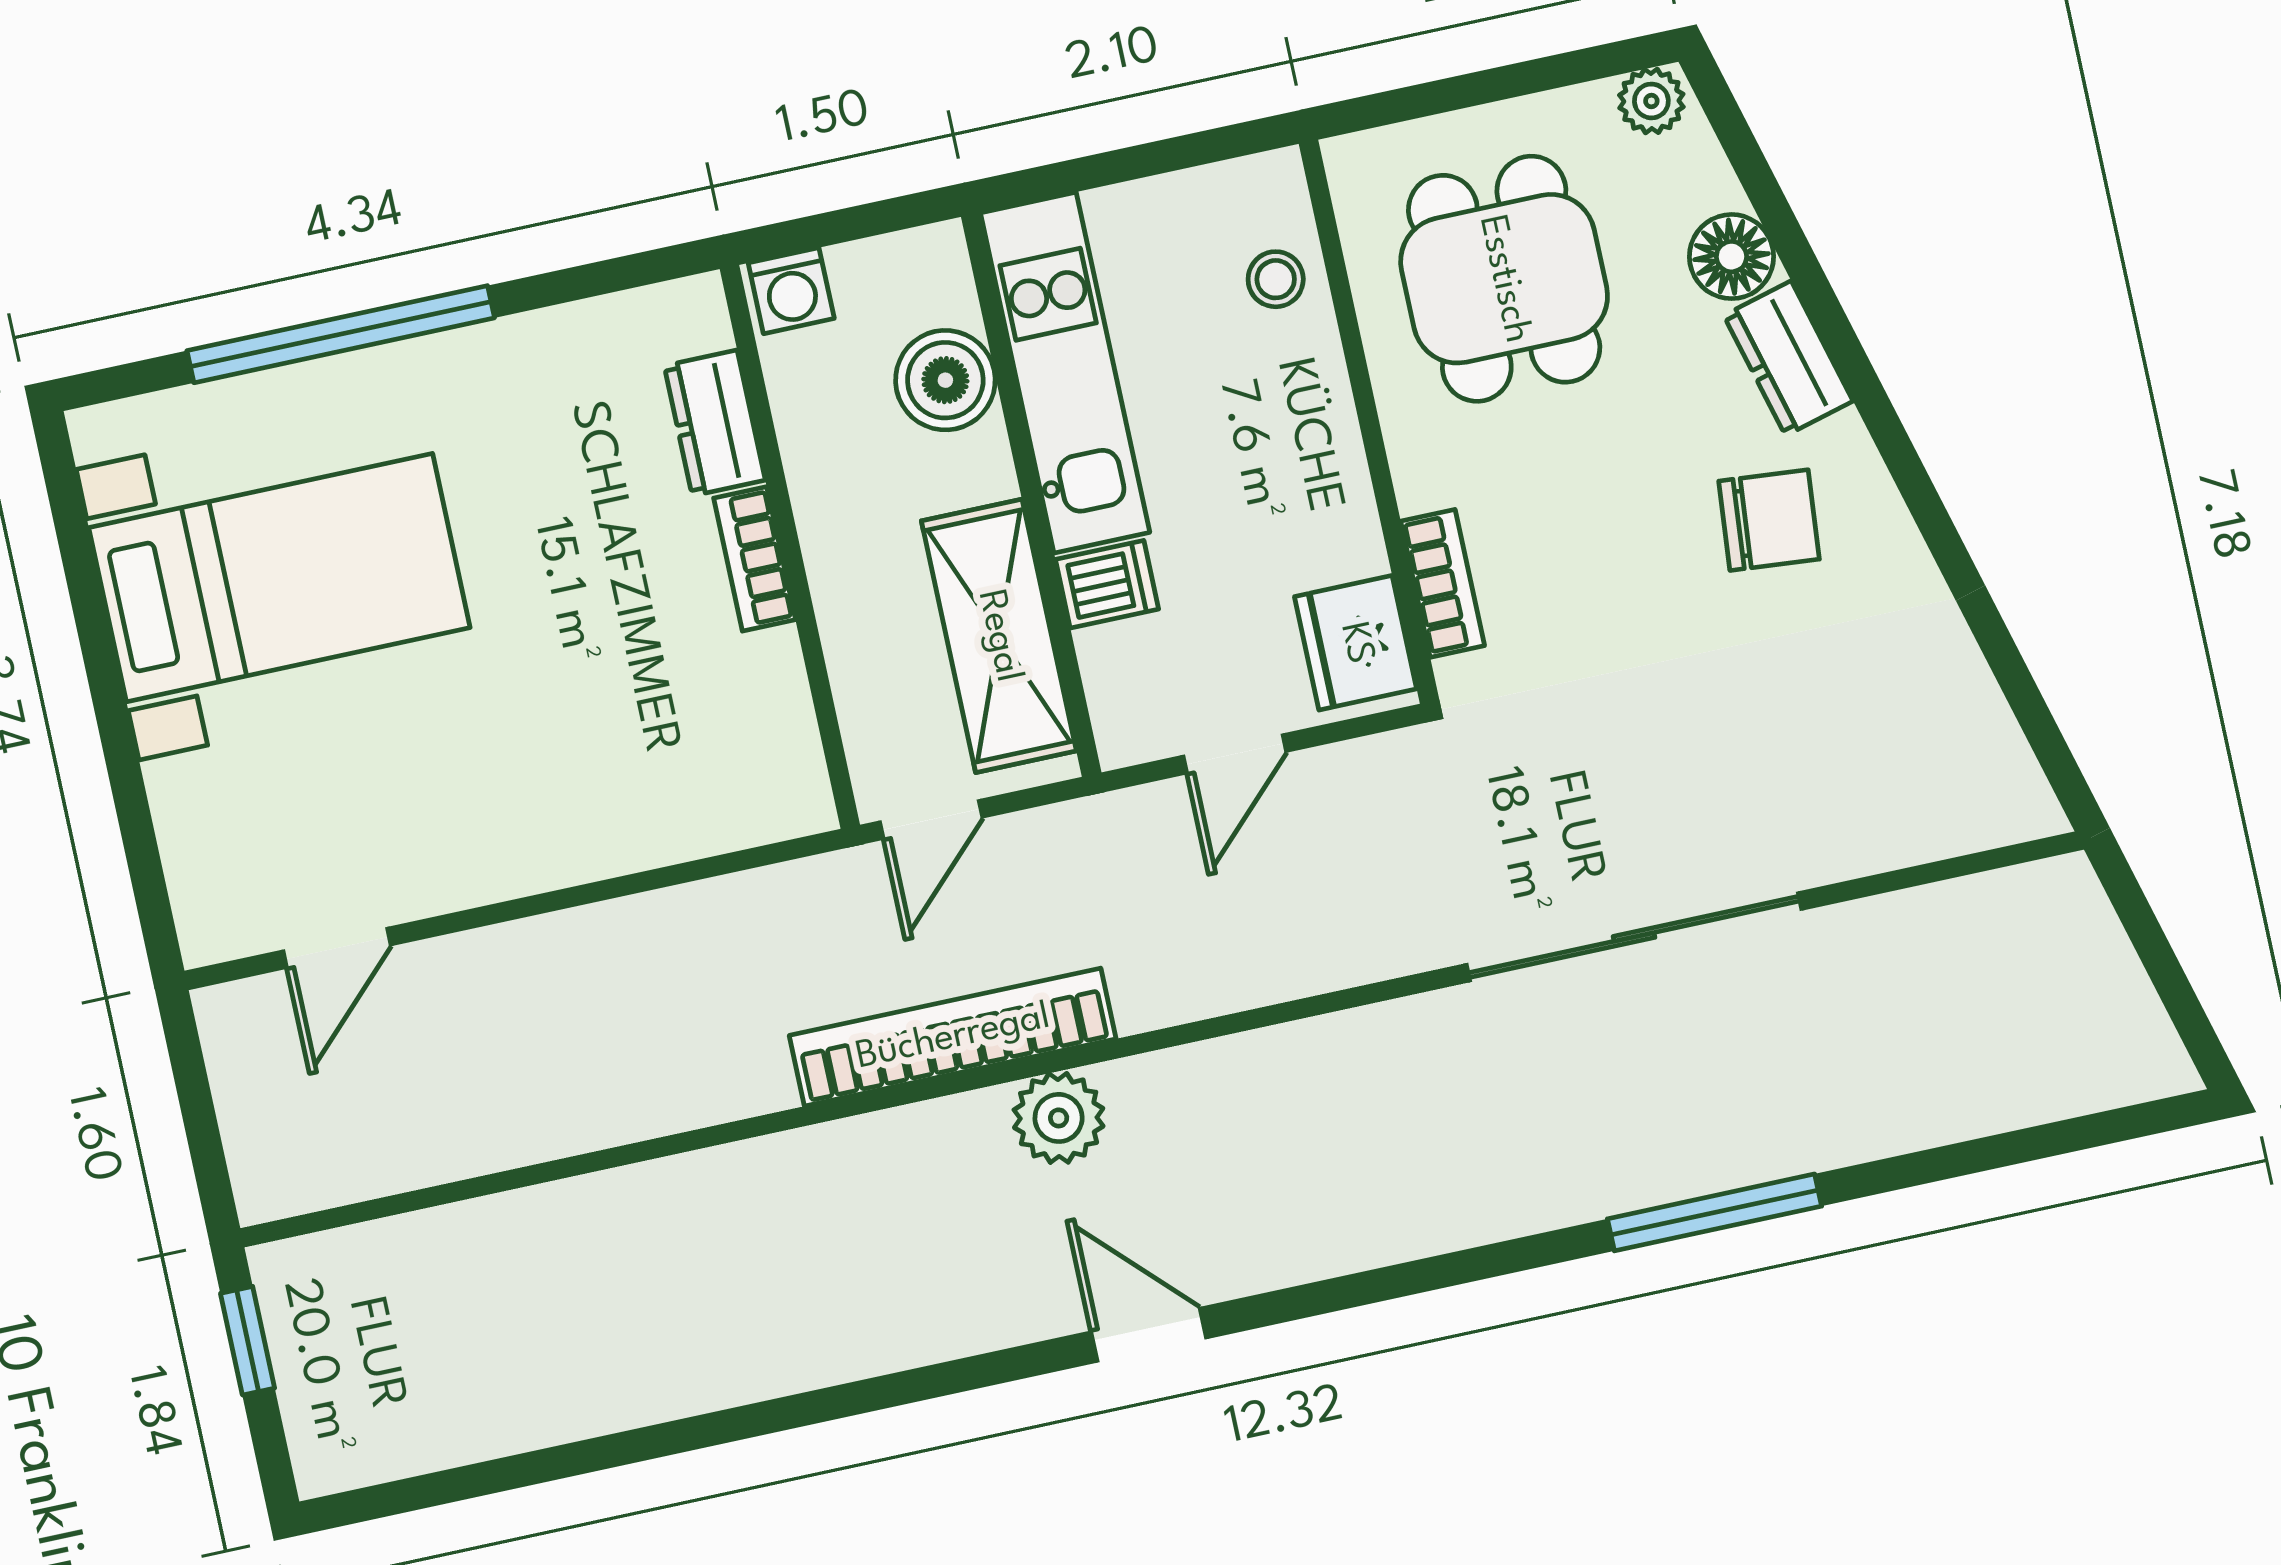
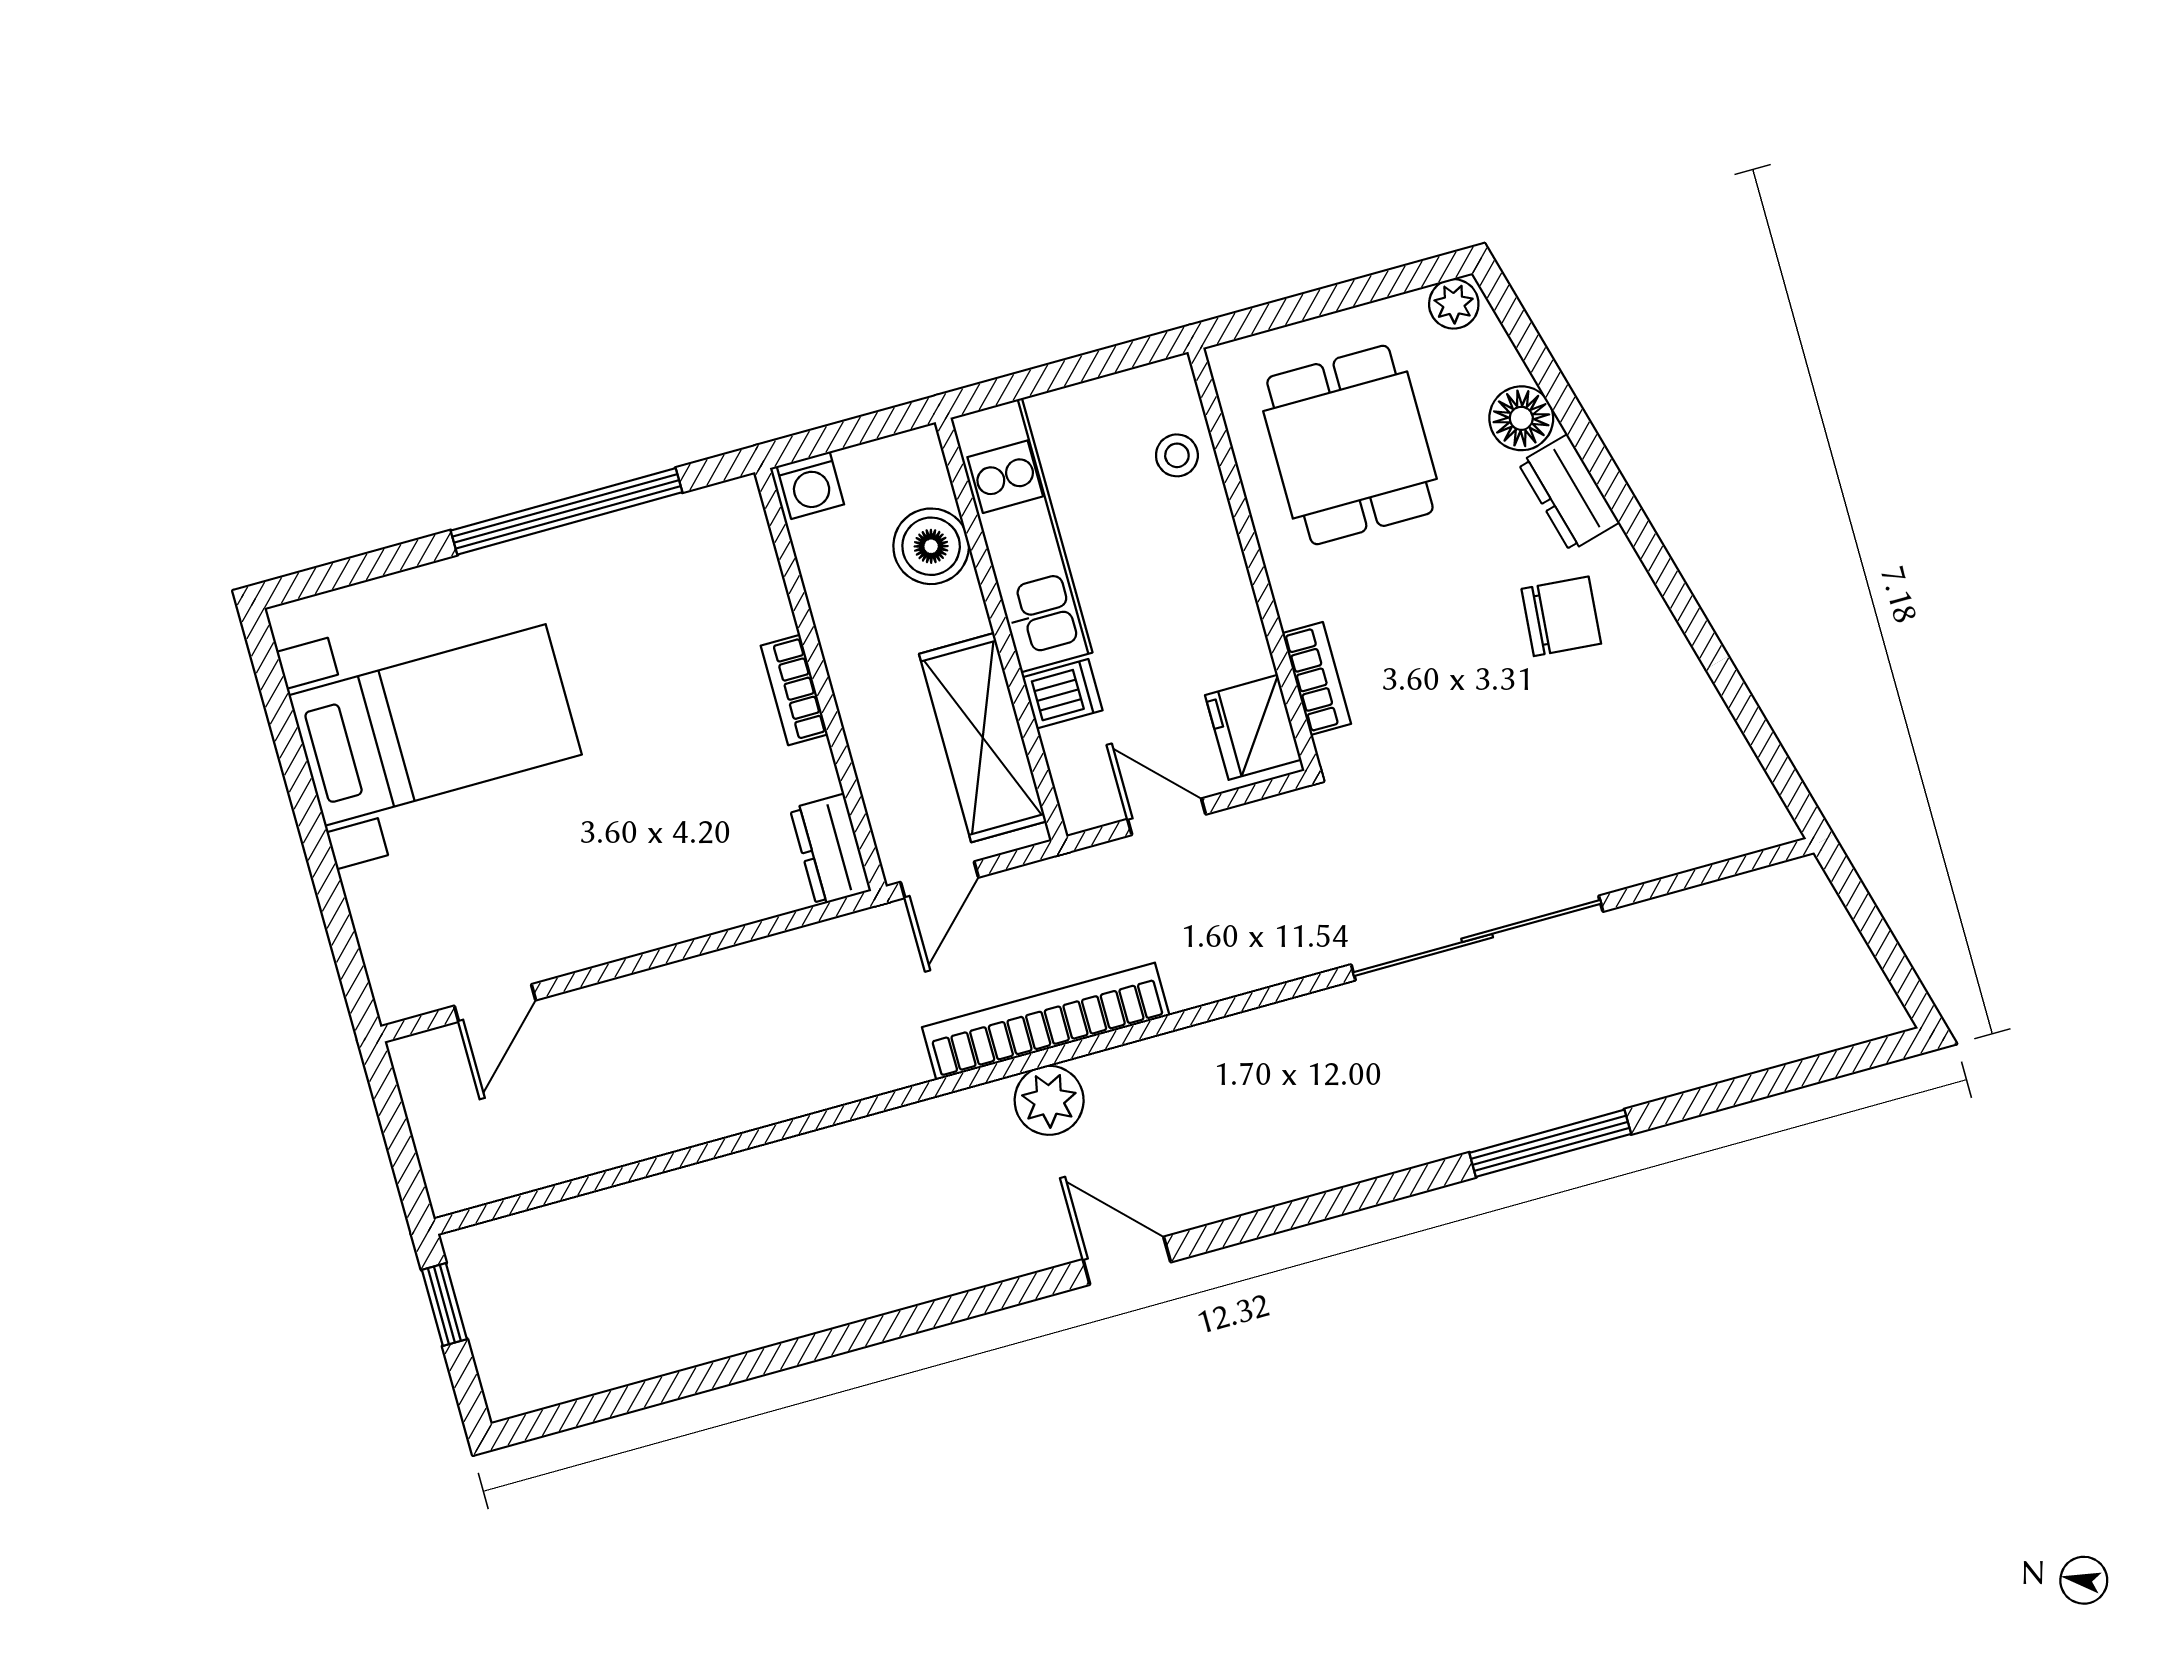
window: (341, 334) -> (567, 511), moved
dresser: (715, 423) -> (831, 850), moved
door: (1235, 754) -> (1167, 817), swing flipped
bookcase: (953, 1037) -> (1046, 1021), moved

